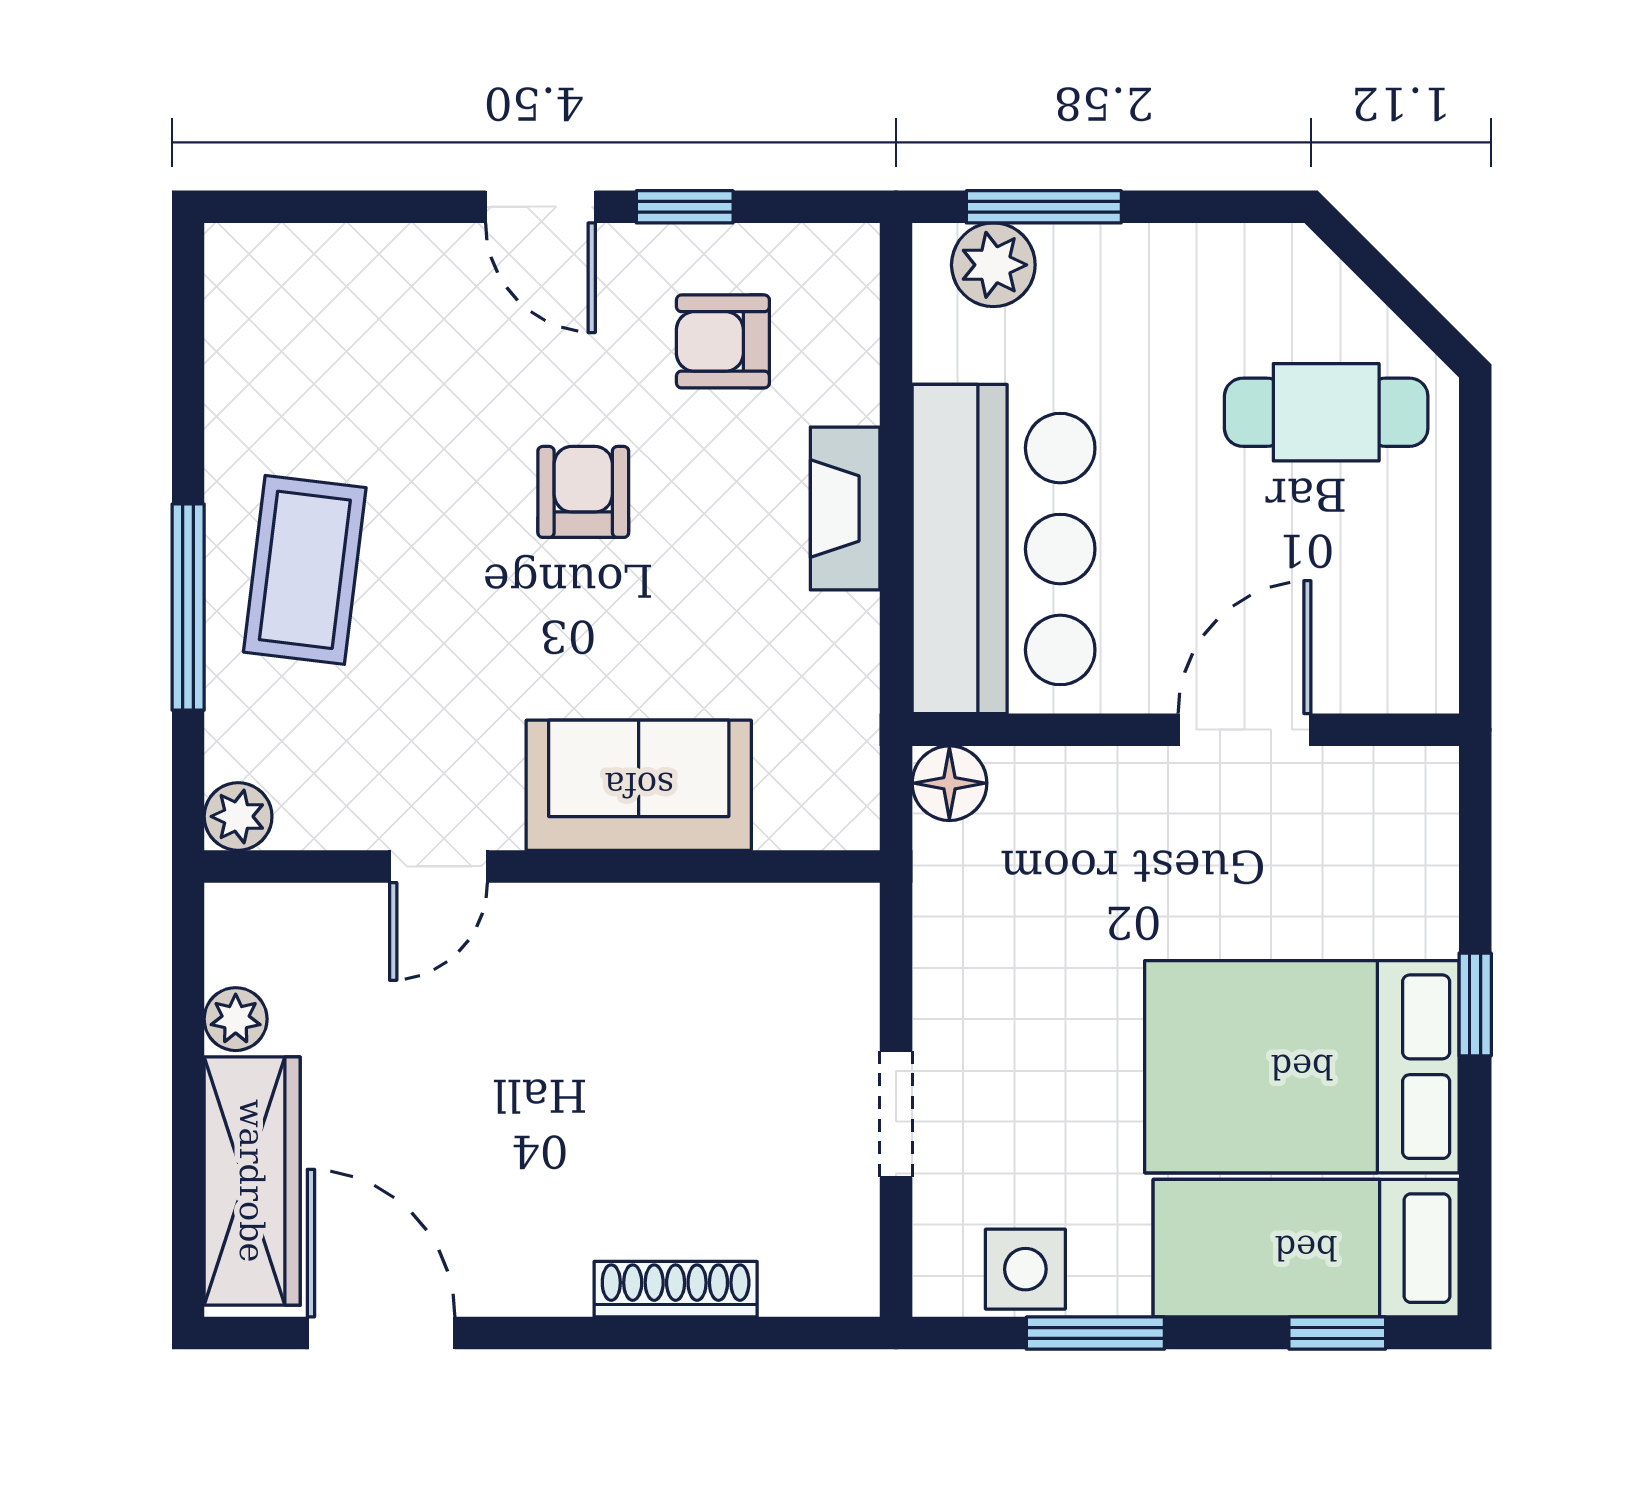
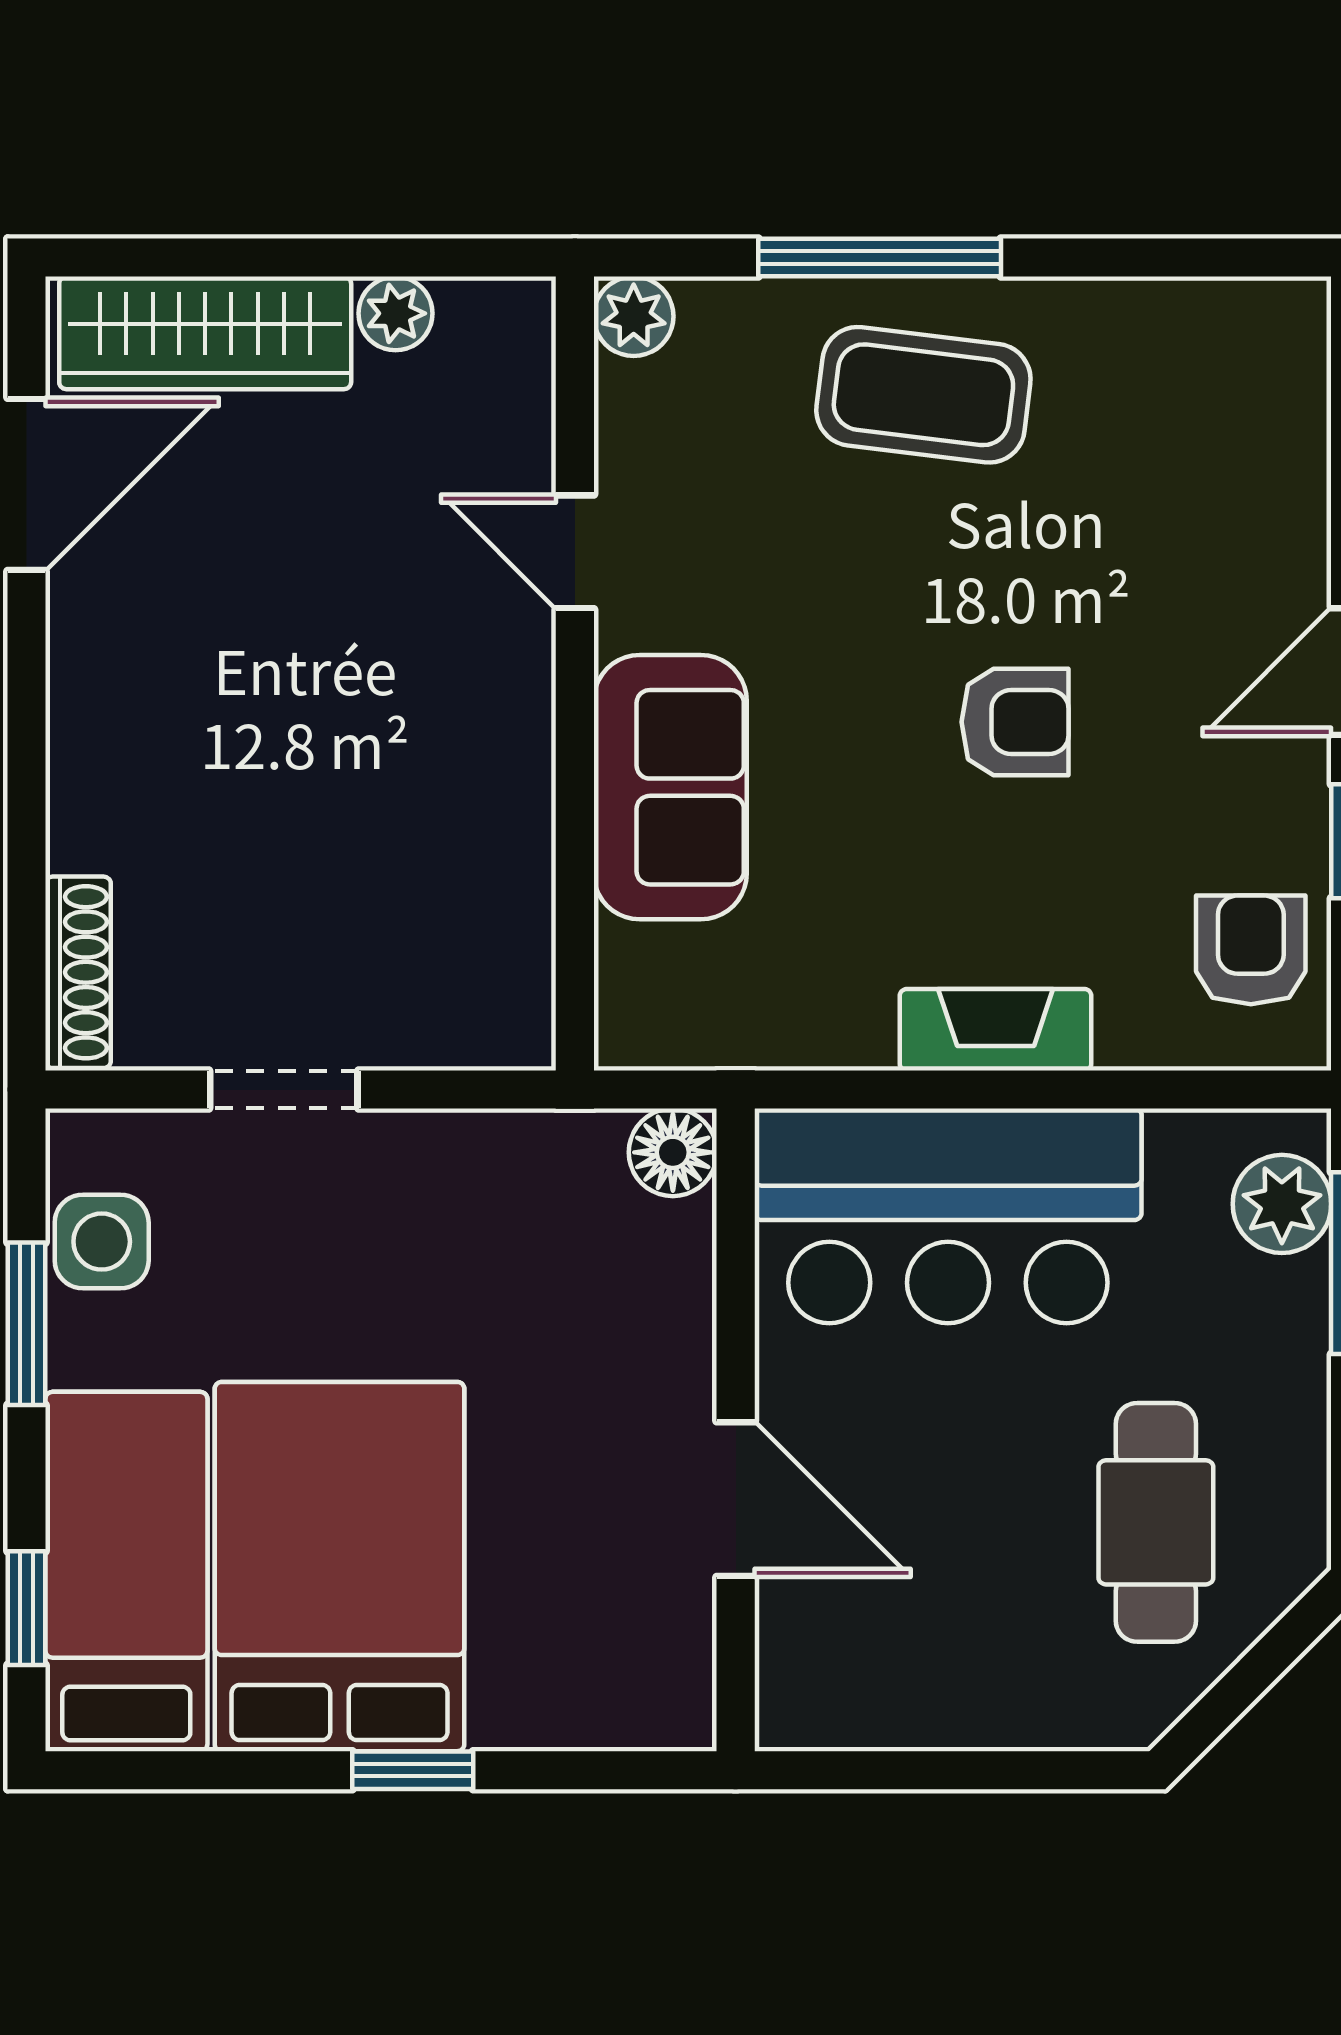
armchair: (723, 341) -> (1251, 950), moved
cafe table: (1326, 412) -> (1156, 1522), moved
shoe rack: (676, 1289) -> (78, 972), moved

